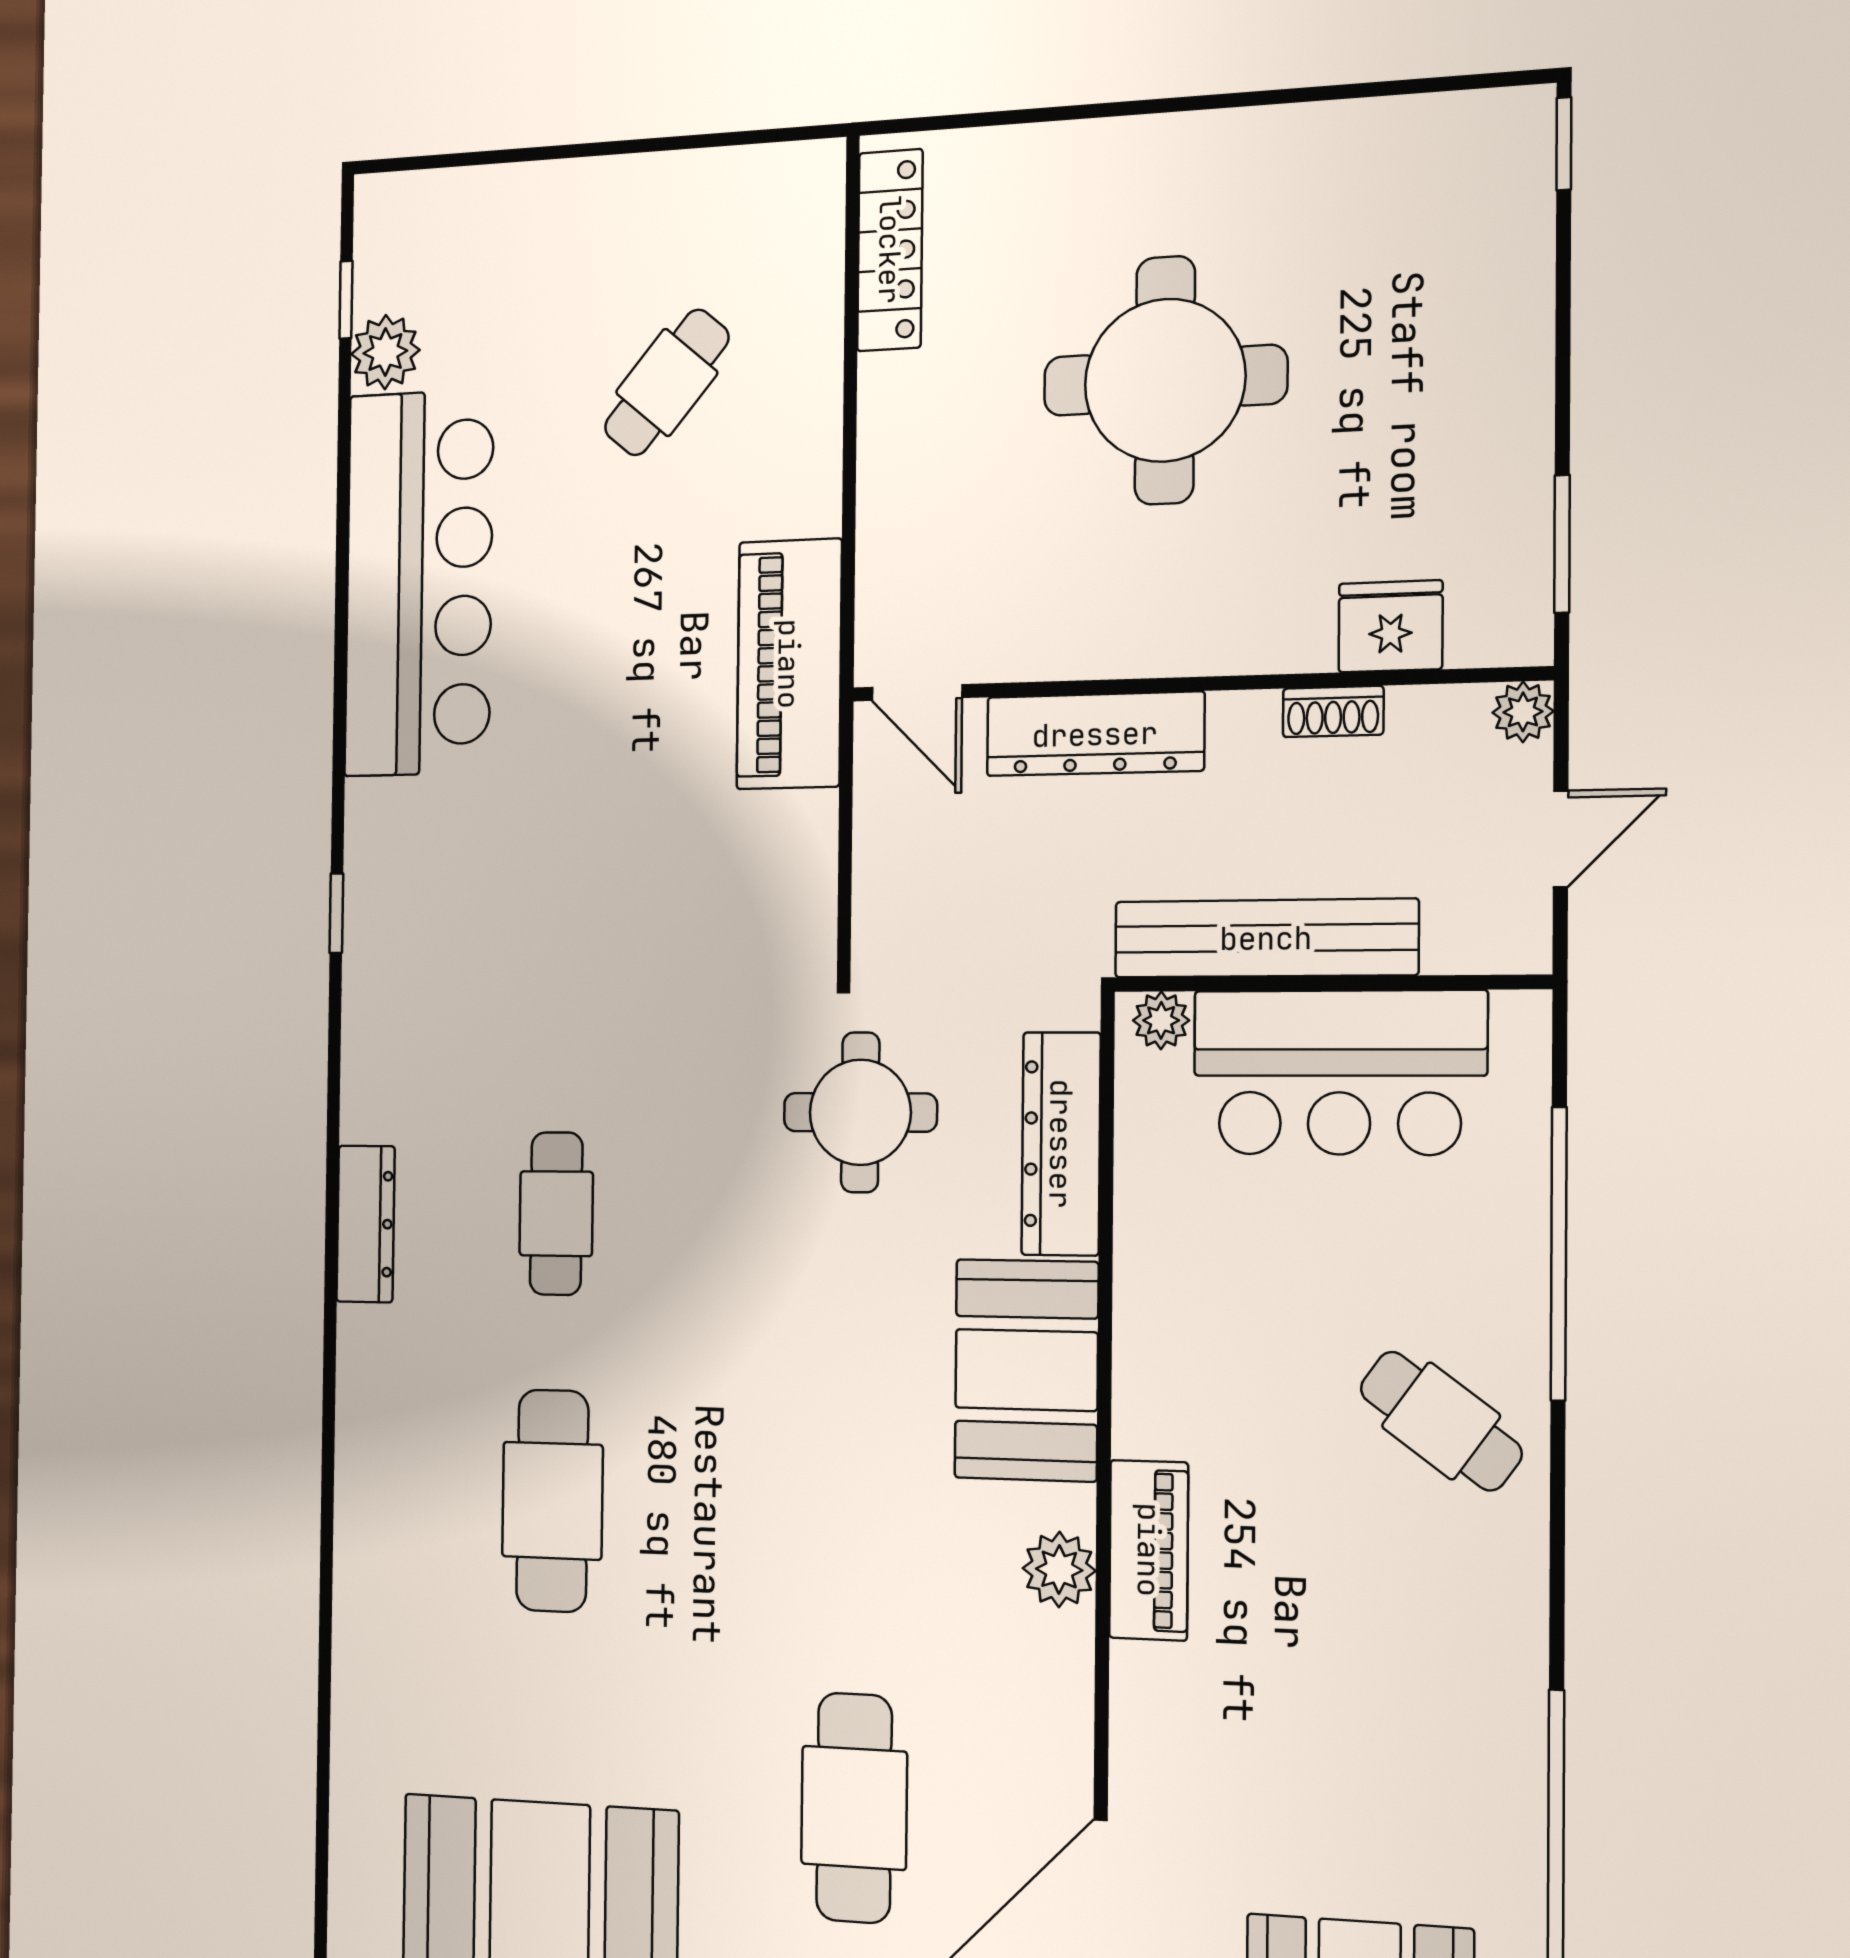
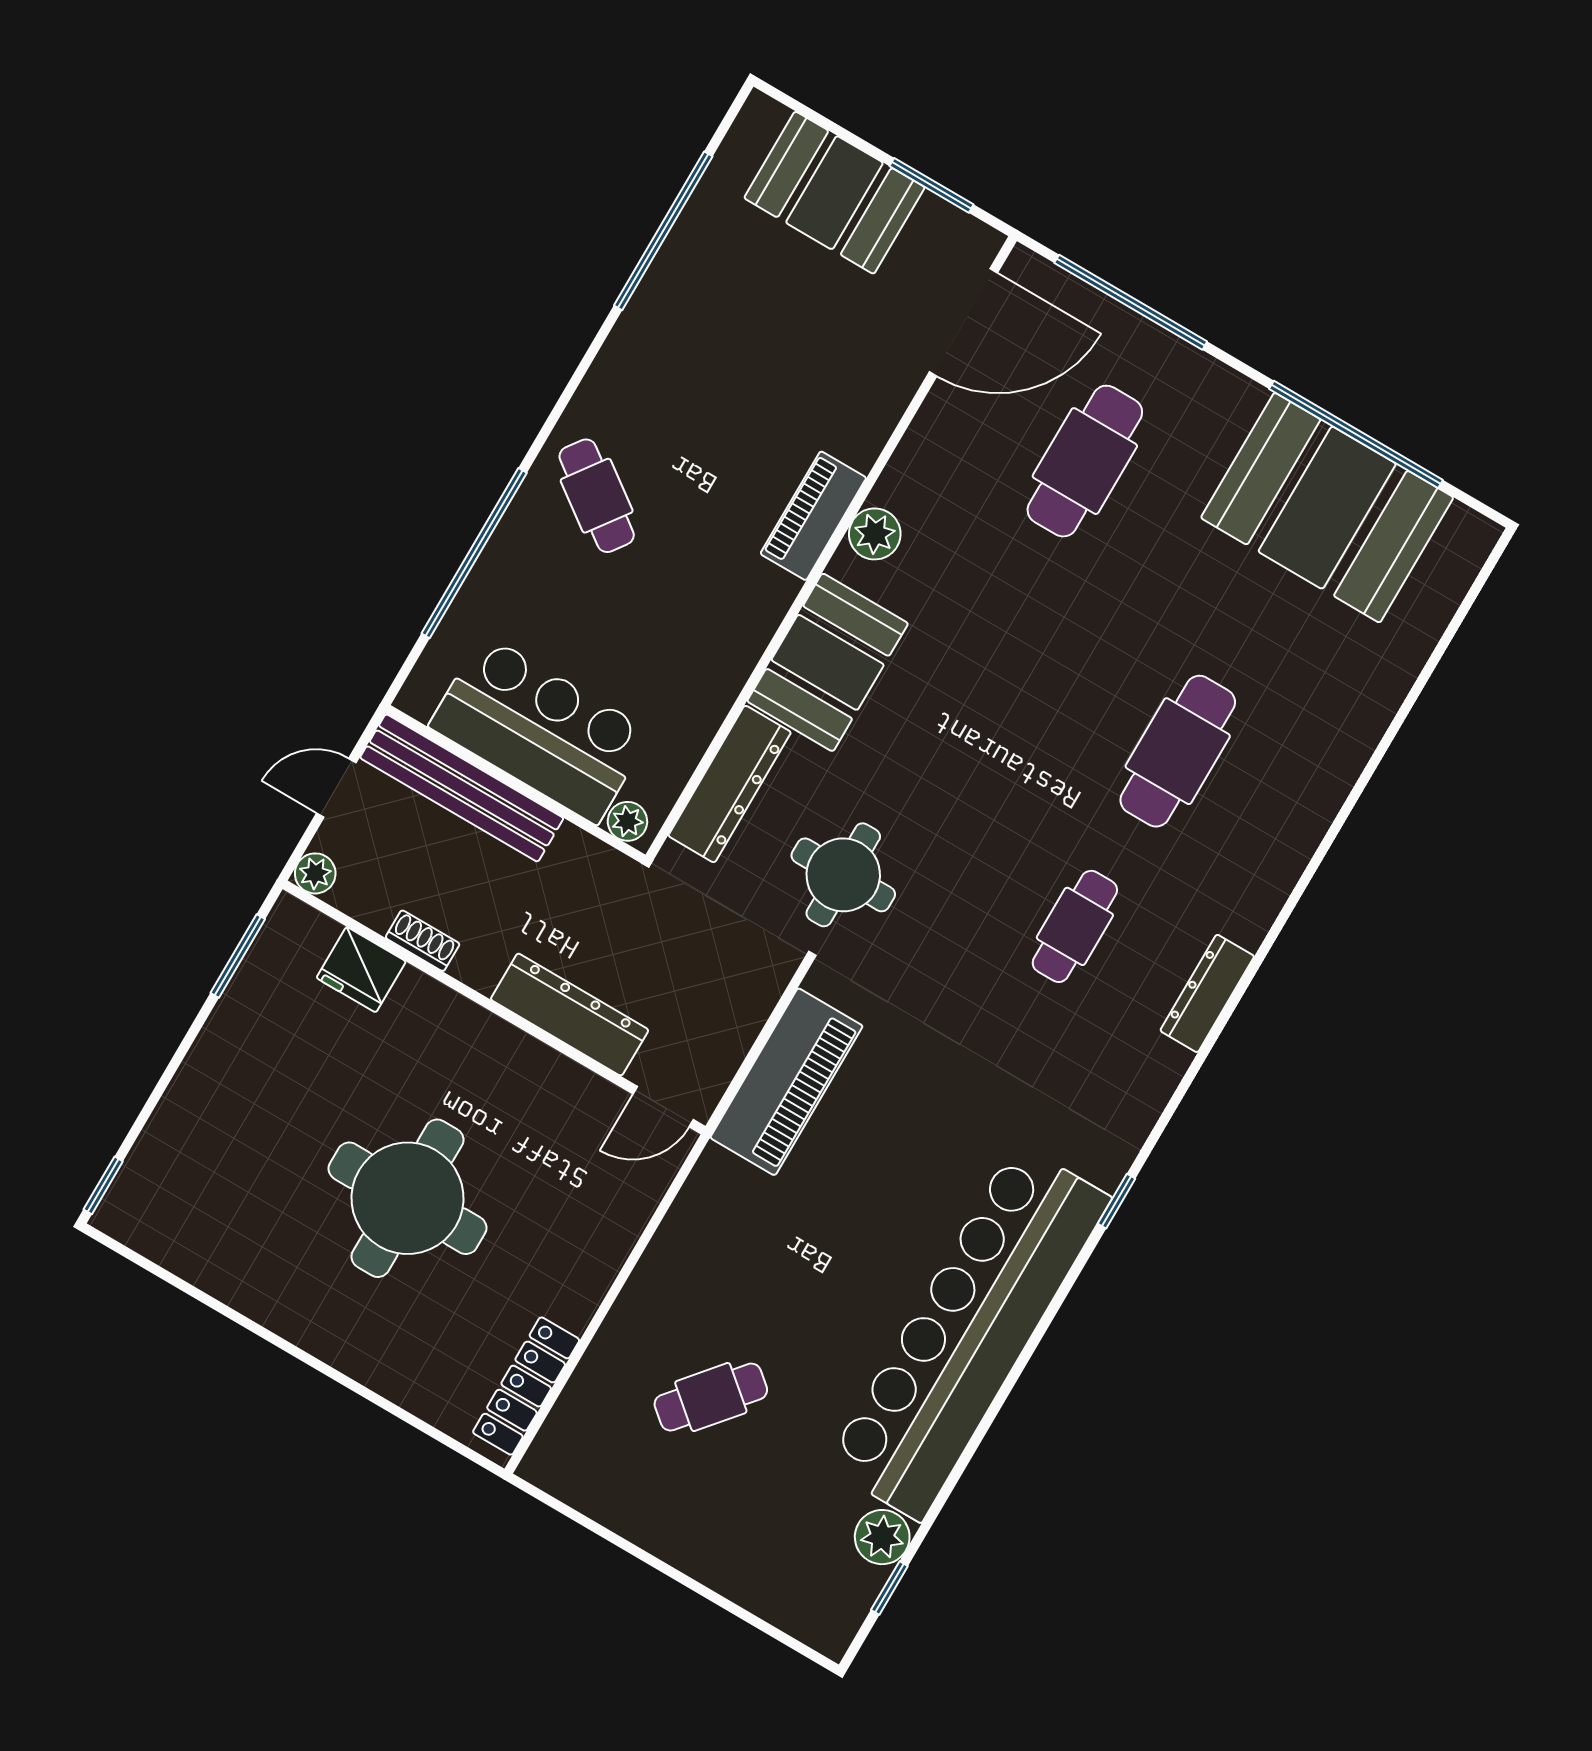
bar counter: (419, 583) -> (968, 1332), width x1.36
piano: (789, 664) -> (787, 1082), moved
door: (917, 693) -> (663, 1107), swing flipped
bench: (1266, 938) -> (462, 788), moved

